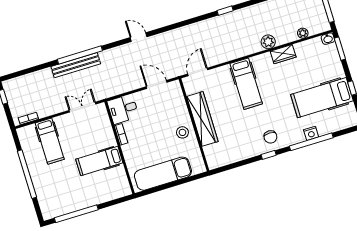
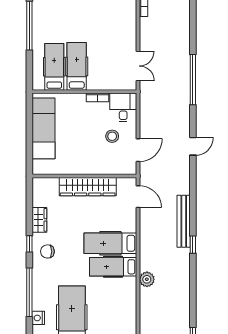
plant: (303, 33) -> (145, 318), removed
wardrobe: (283, 54) -> (39, 220), moved, turned 180
bench: (76, 65) -> (184, 221), moved
hospital bed: (266, 75) -> (113, 267), added
stool: (182, 132) -> (112, 136), moved
nightstand: (311, 133) -> (38, 318), moved
hospital bed: (50, 141) -> (54, 67), moved, turned 90

